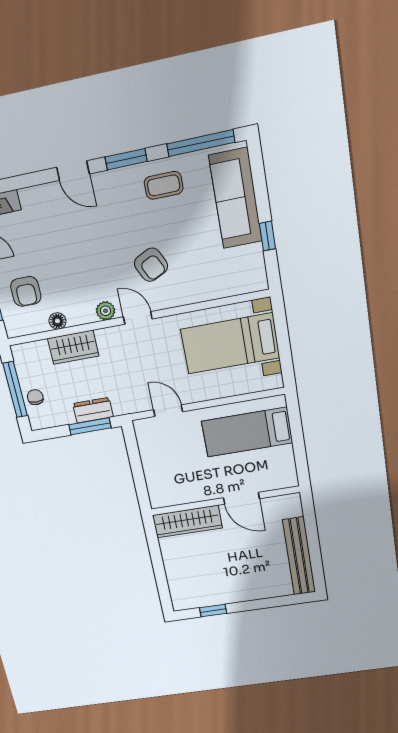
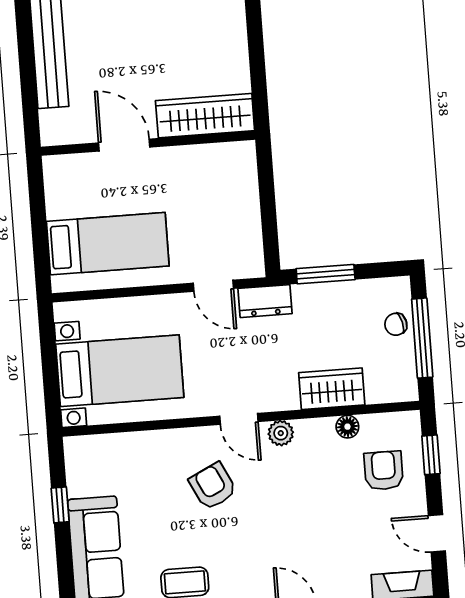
chair: (35, 397) -> (396, 324), turned 76
dresser: (93, 410) -> (265, 301), moved

